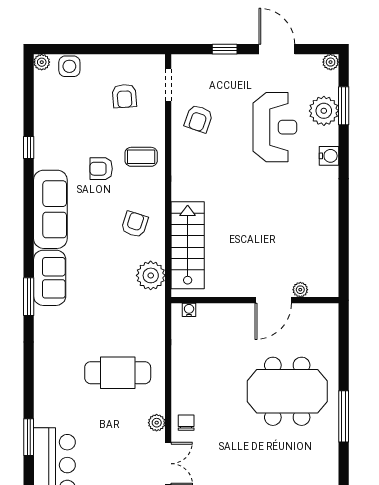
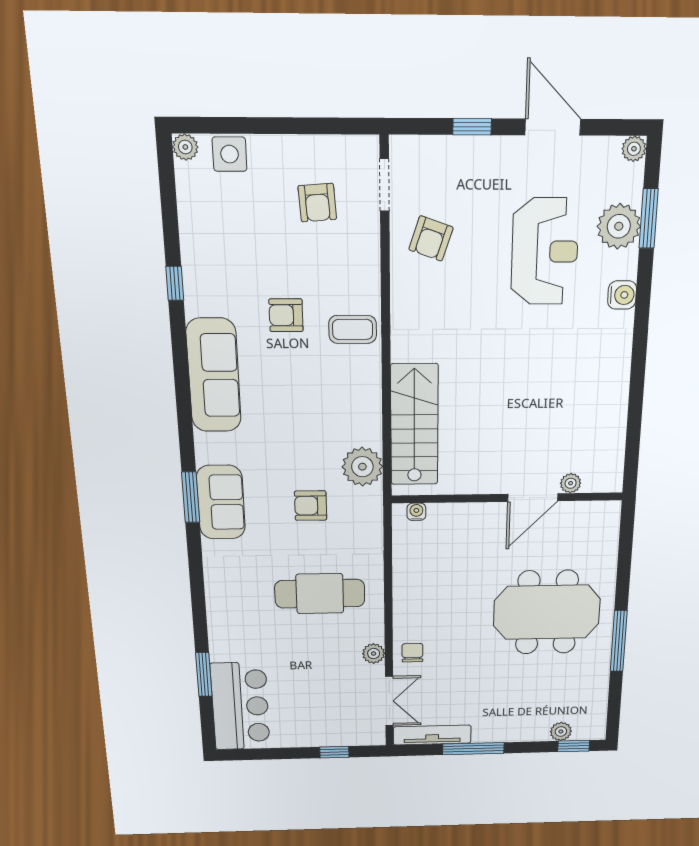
coffee table: (141, 157) -> (353, 329), moved
armchair: (135, 224) -> (311, 506), moved, turned -108
sofa: (50, 278) -> (221, 502), moved

